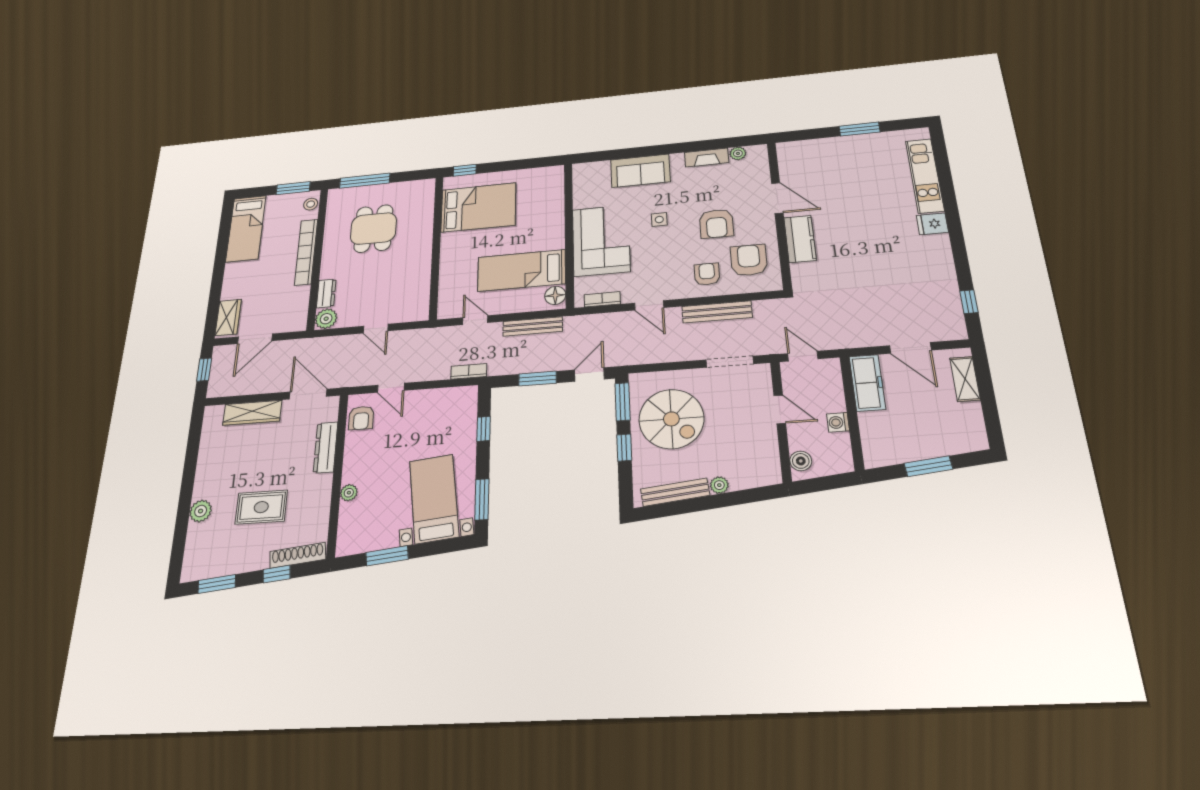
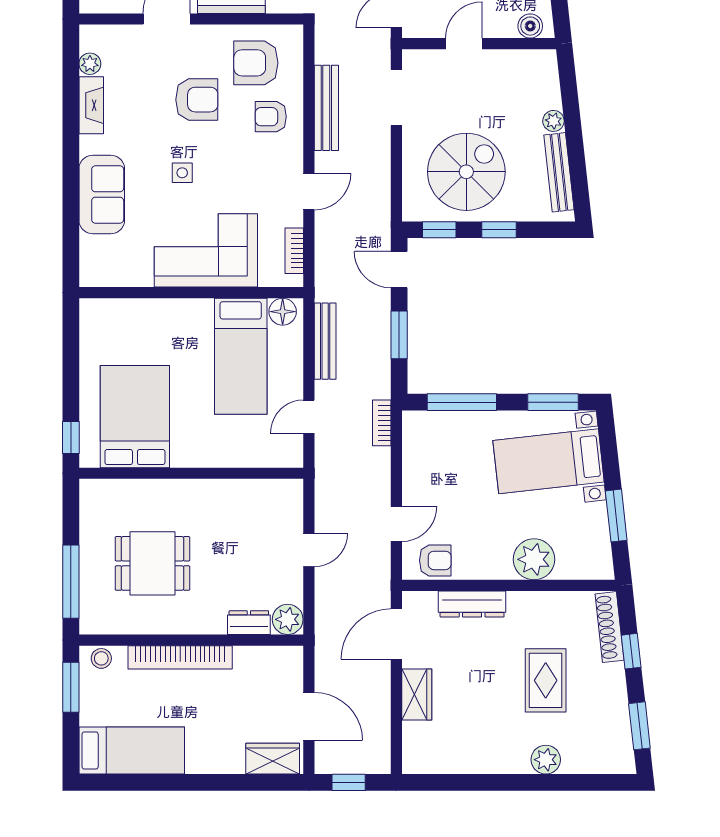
window: (623, 402) -> (439, 230), width x0.67
wardrobe: (252, 413) -> (417, 694), width x0.67
window: (484, 429) -> (462, 402), width x2.17
plant: (349, 493) -> (534, 559), width x1.88, depth x1.88

